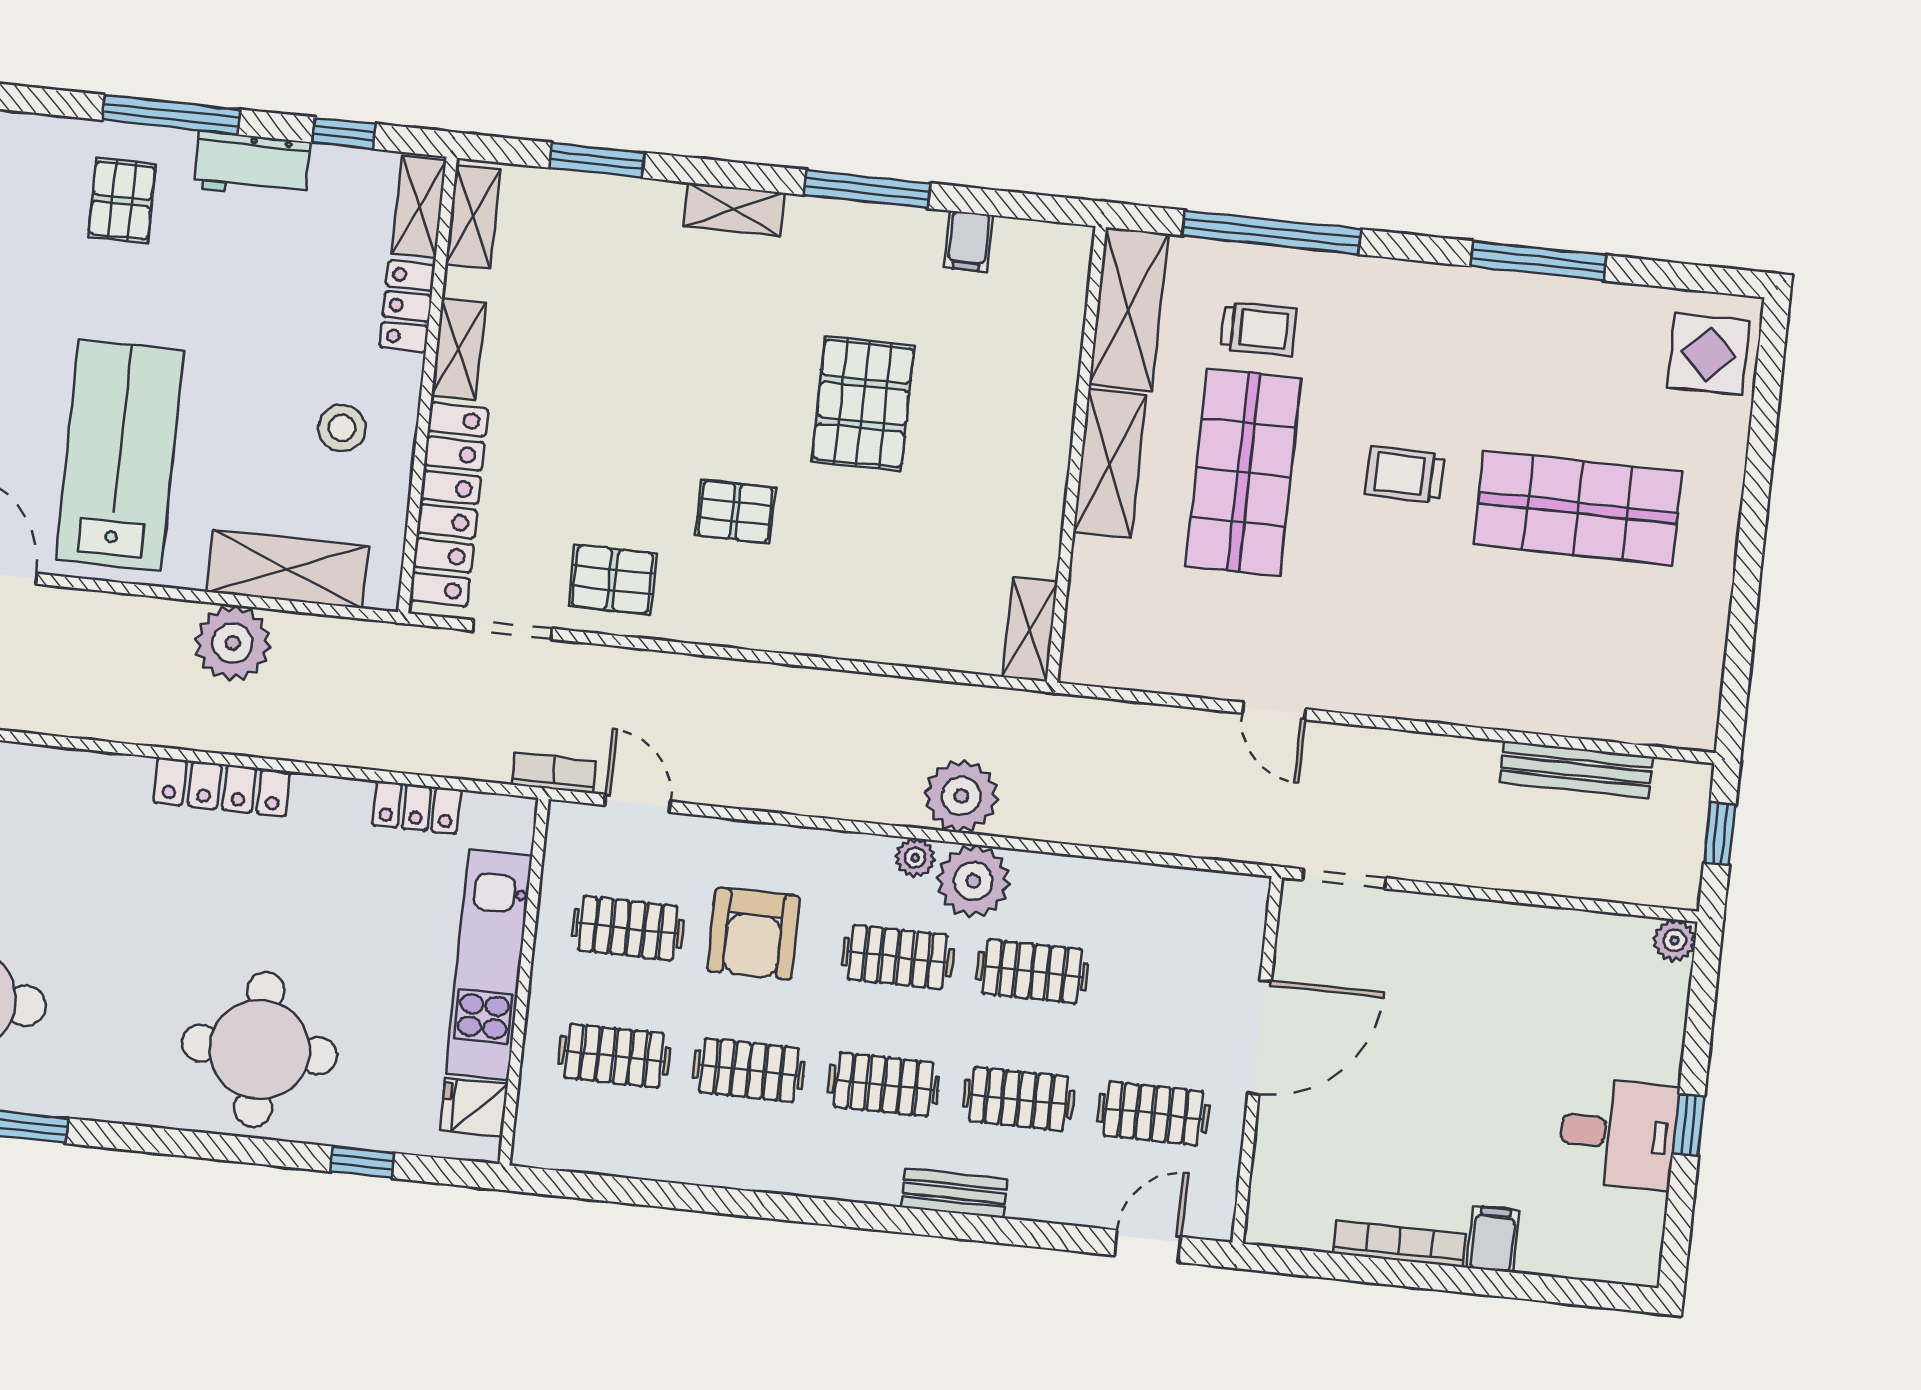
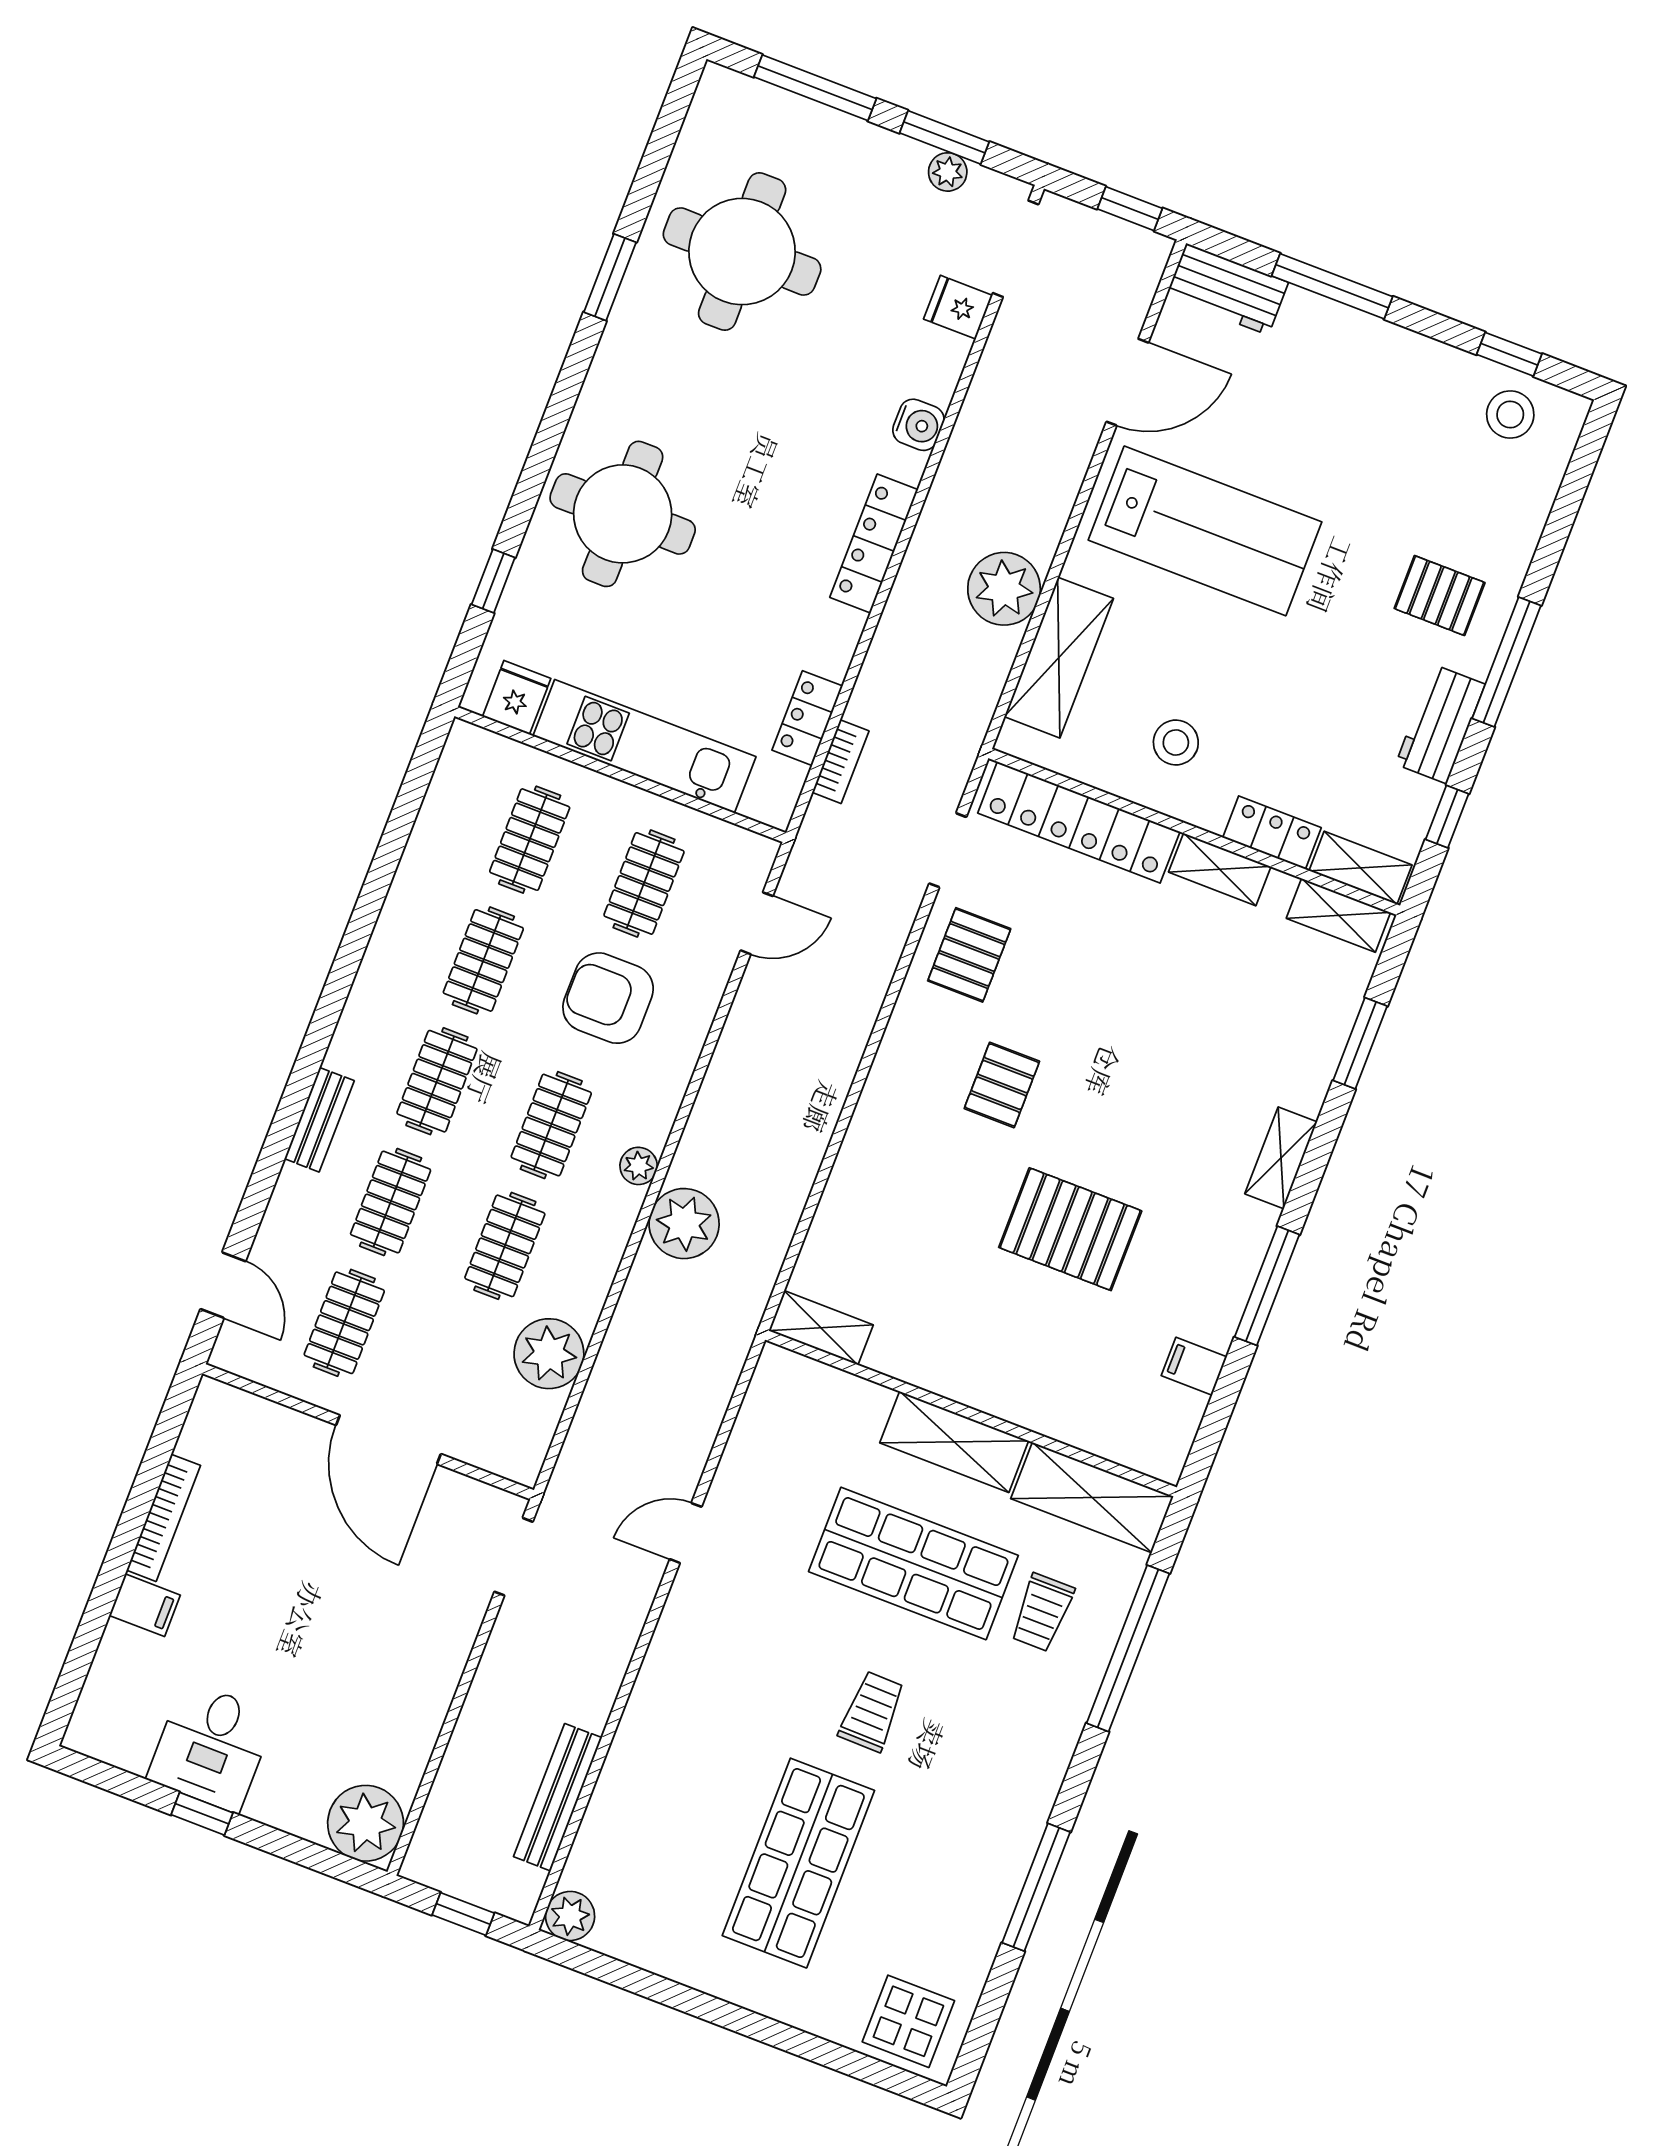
plant: (1693, 725) -> (570, 1916), added
bookcase: (554, 773) -> (841, 762), moved
water cooler: (90, 774) -> (918, 425), added
plant: (973, 881) -> (549, 1354), moved
plant: (1675, 940) -> (366, 1823), width x1.88, depth x1.88

